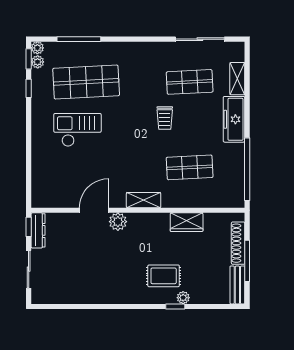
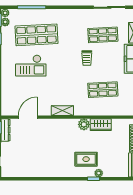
checkout: (77, 130) -> (31, 66), turned 180
shelving: (144, 200) -> (62, 111), moved
door: (94, 210) -> (28, 117), moved
plant: (118, 222) -> (84, 124), moved

